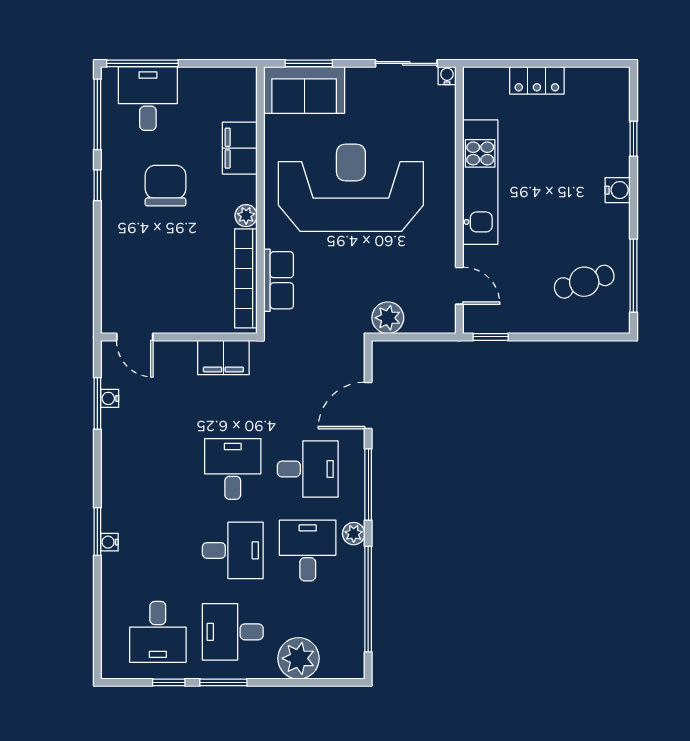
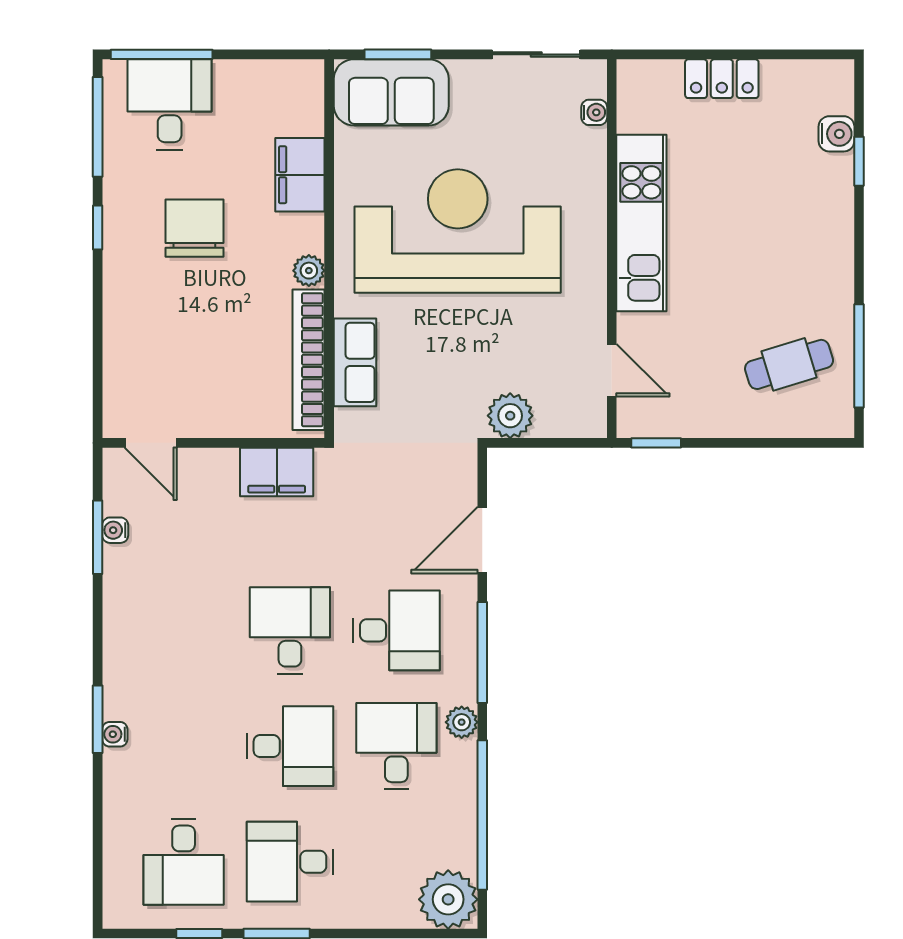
water cooler: (447, 76) -> (594, 112), moved, turned 90
water cooler: (618, 190) -> (836, 134), moved
plant: (299, 658) -> (448, 899), moved

